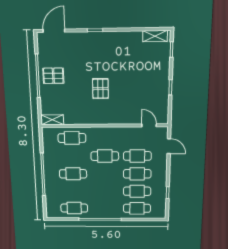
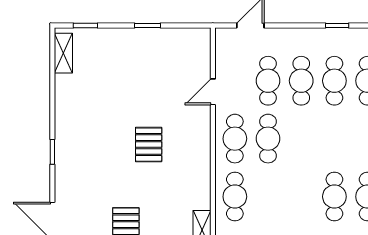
pallet: (100, 89) -> (149, 145), turned 90
door: (149, 125) -> (213, 92), moved
cafe table: (105, 138) -> (235, 139), added
cafe table: (73, 174) -> (334, 197), moved

